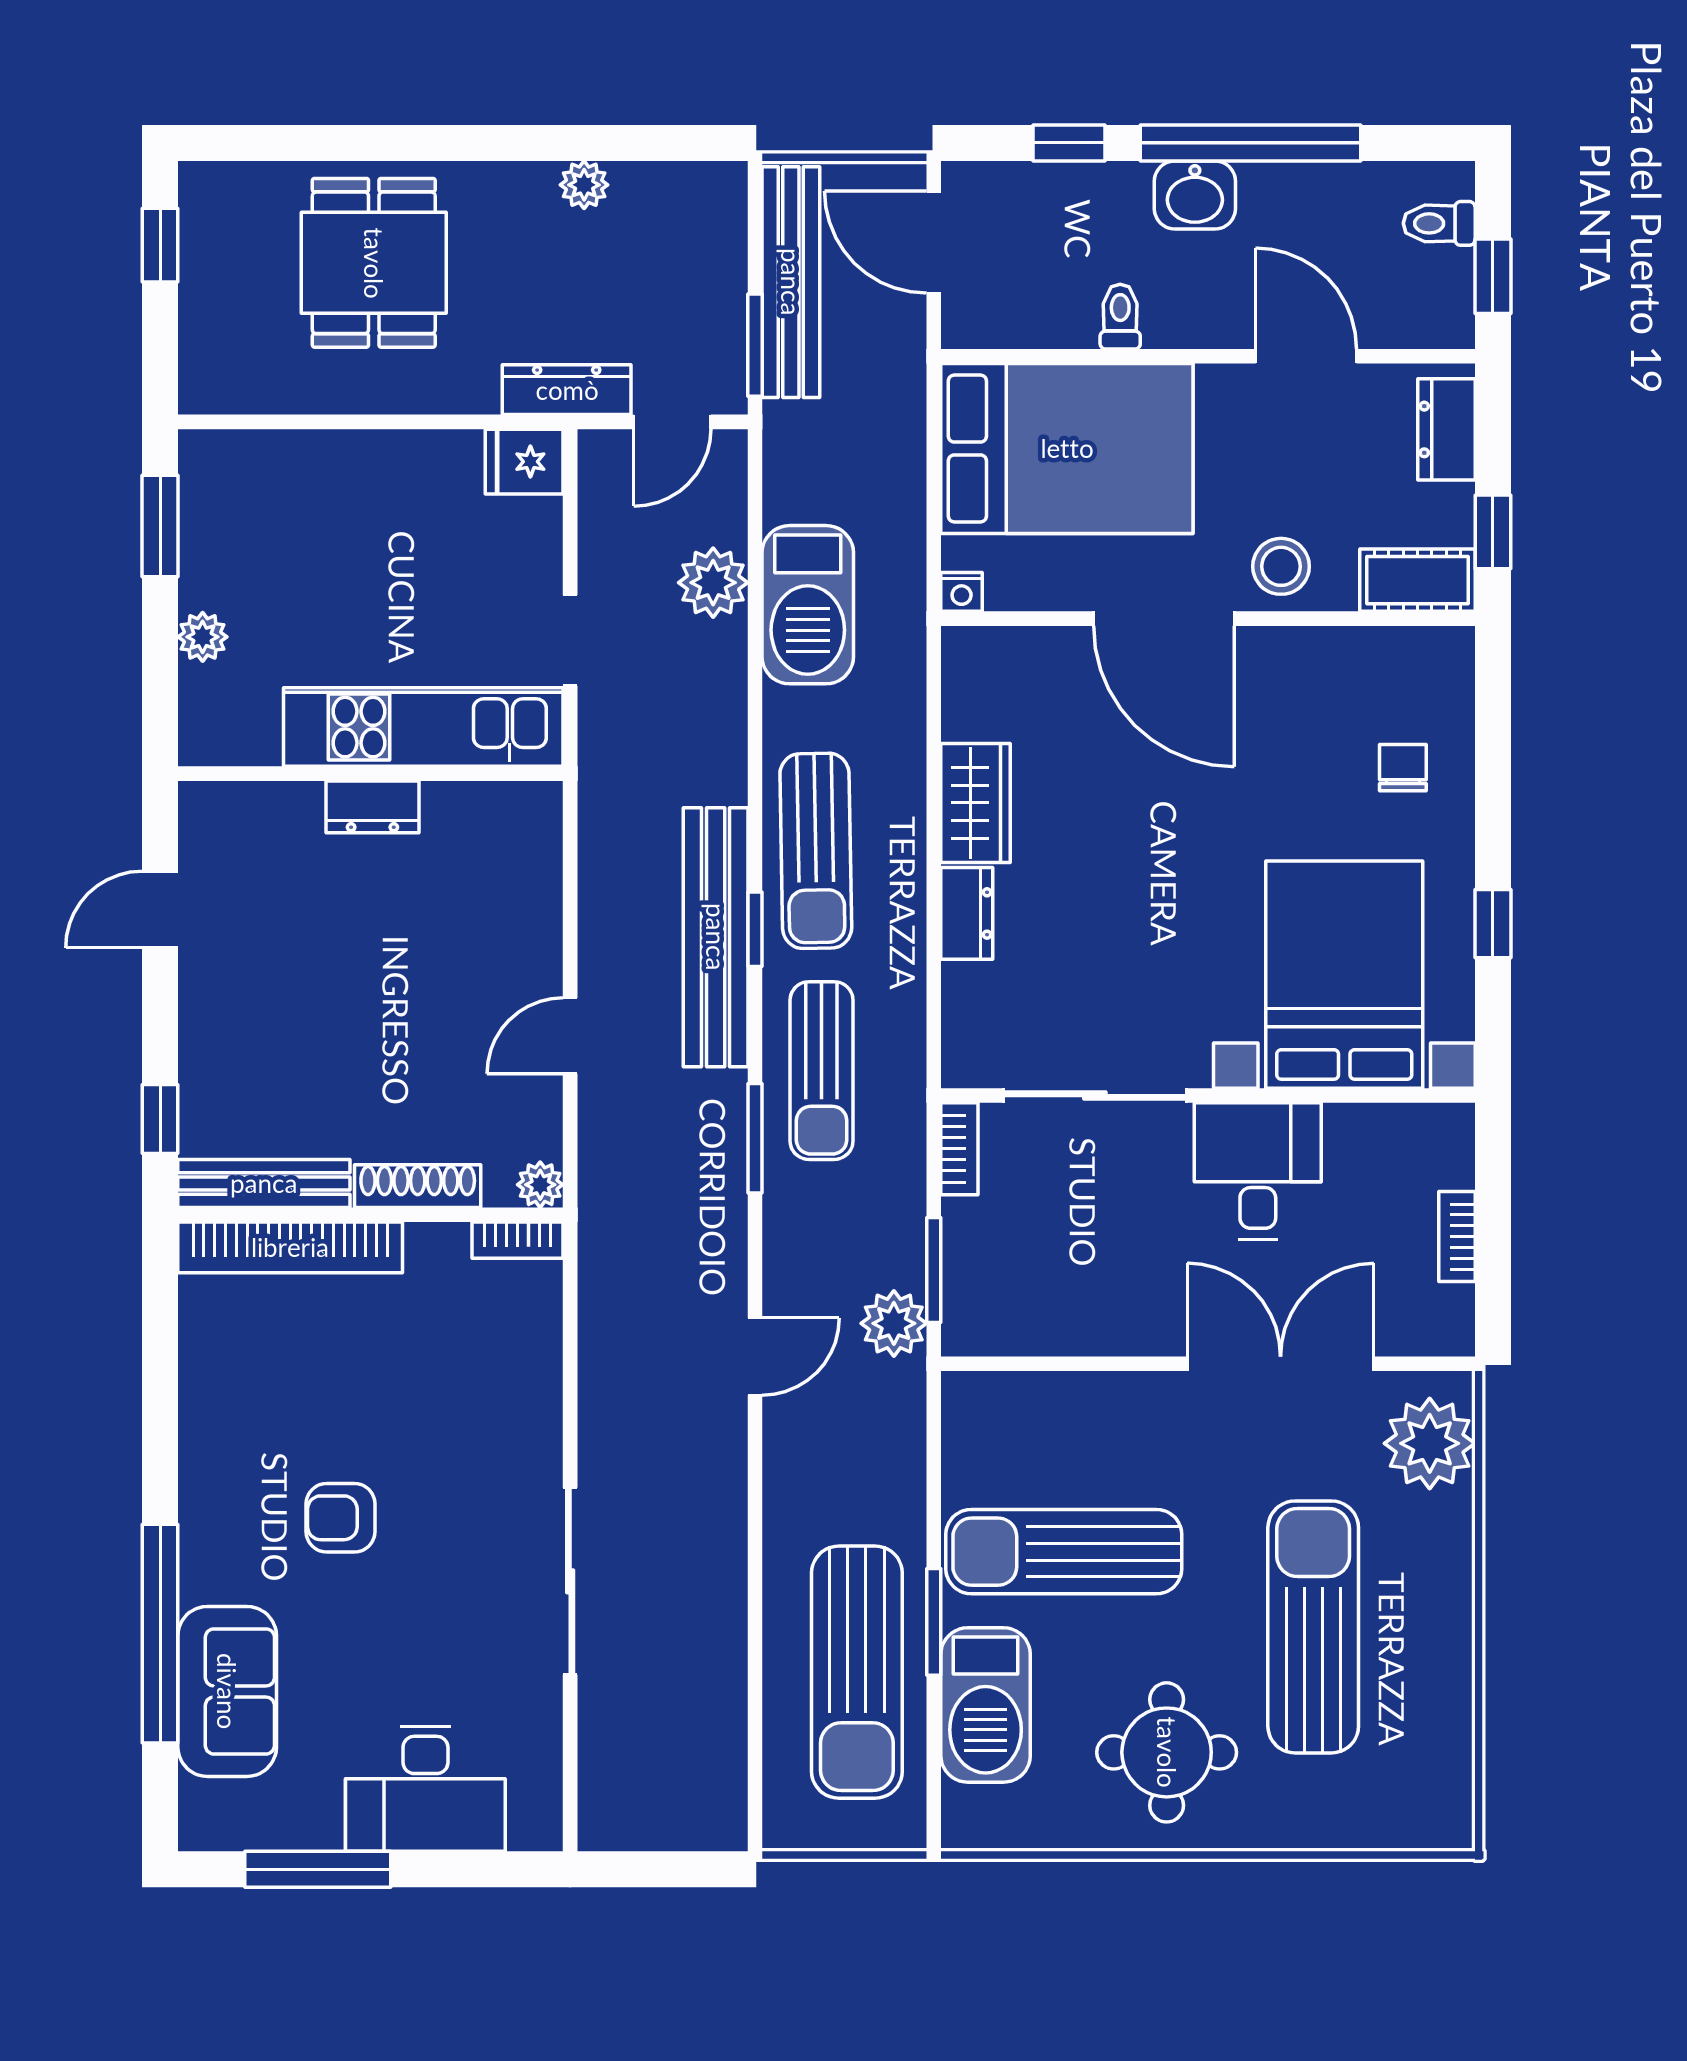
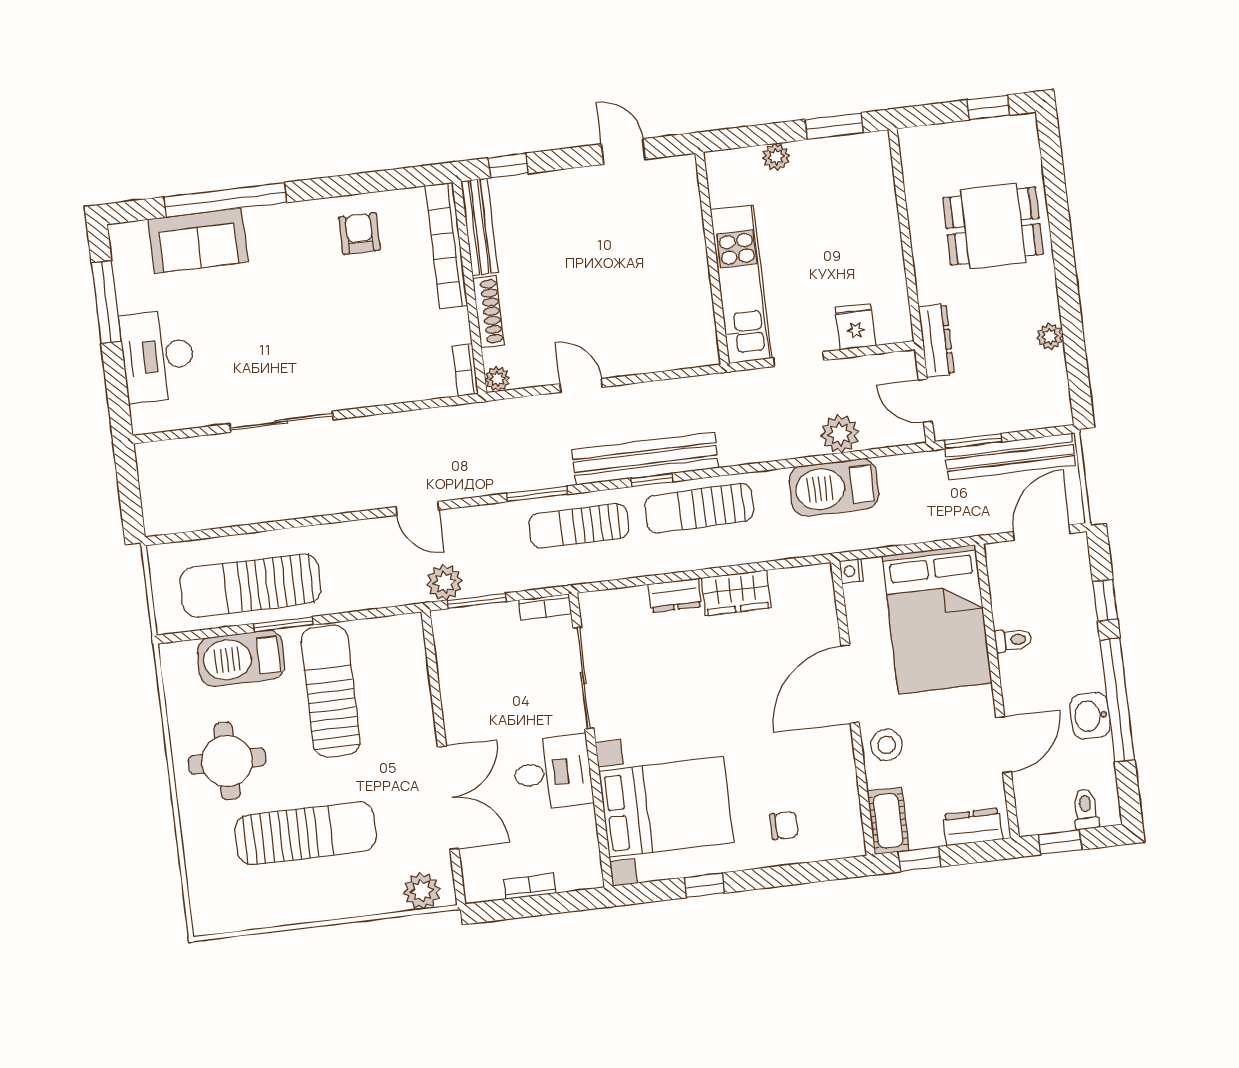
washbasin: (1195, 195) -> (1090, 716), moved
fridge: (524, 462) -> (855, 327), moved
dresser: (372, 807) -> (694, 262), removed
plant: (1430, 1443) -> (422, 891), width x0.73, depth x0.73
armchair: (341, 1518) -> (359, 234), moved

